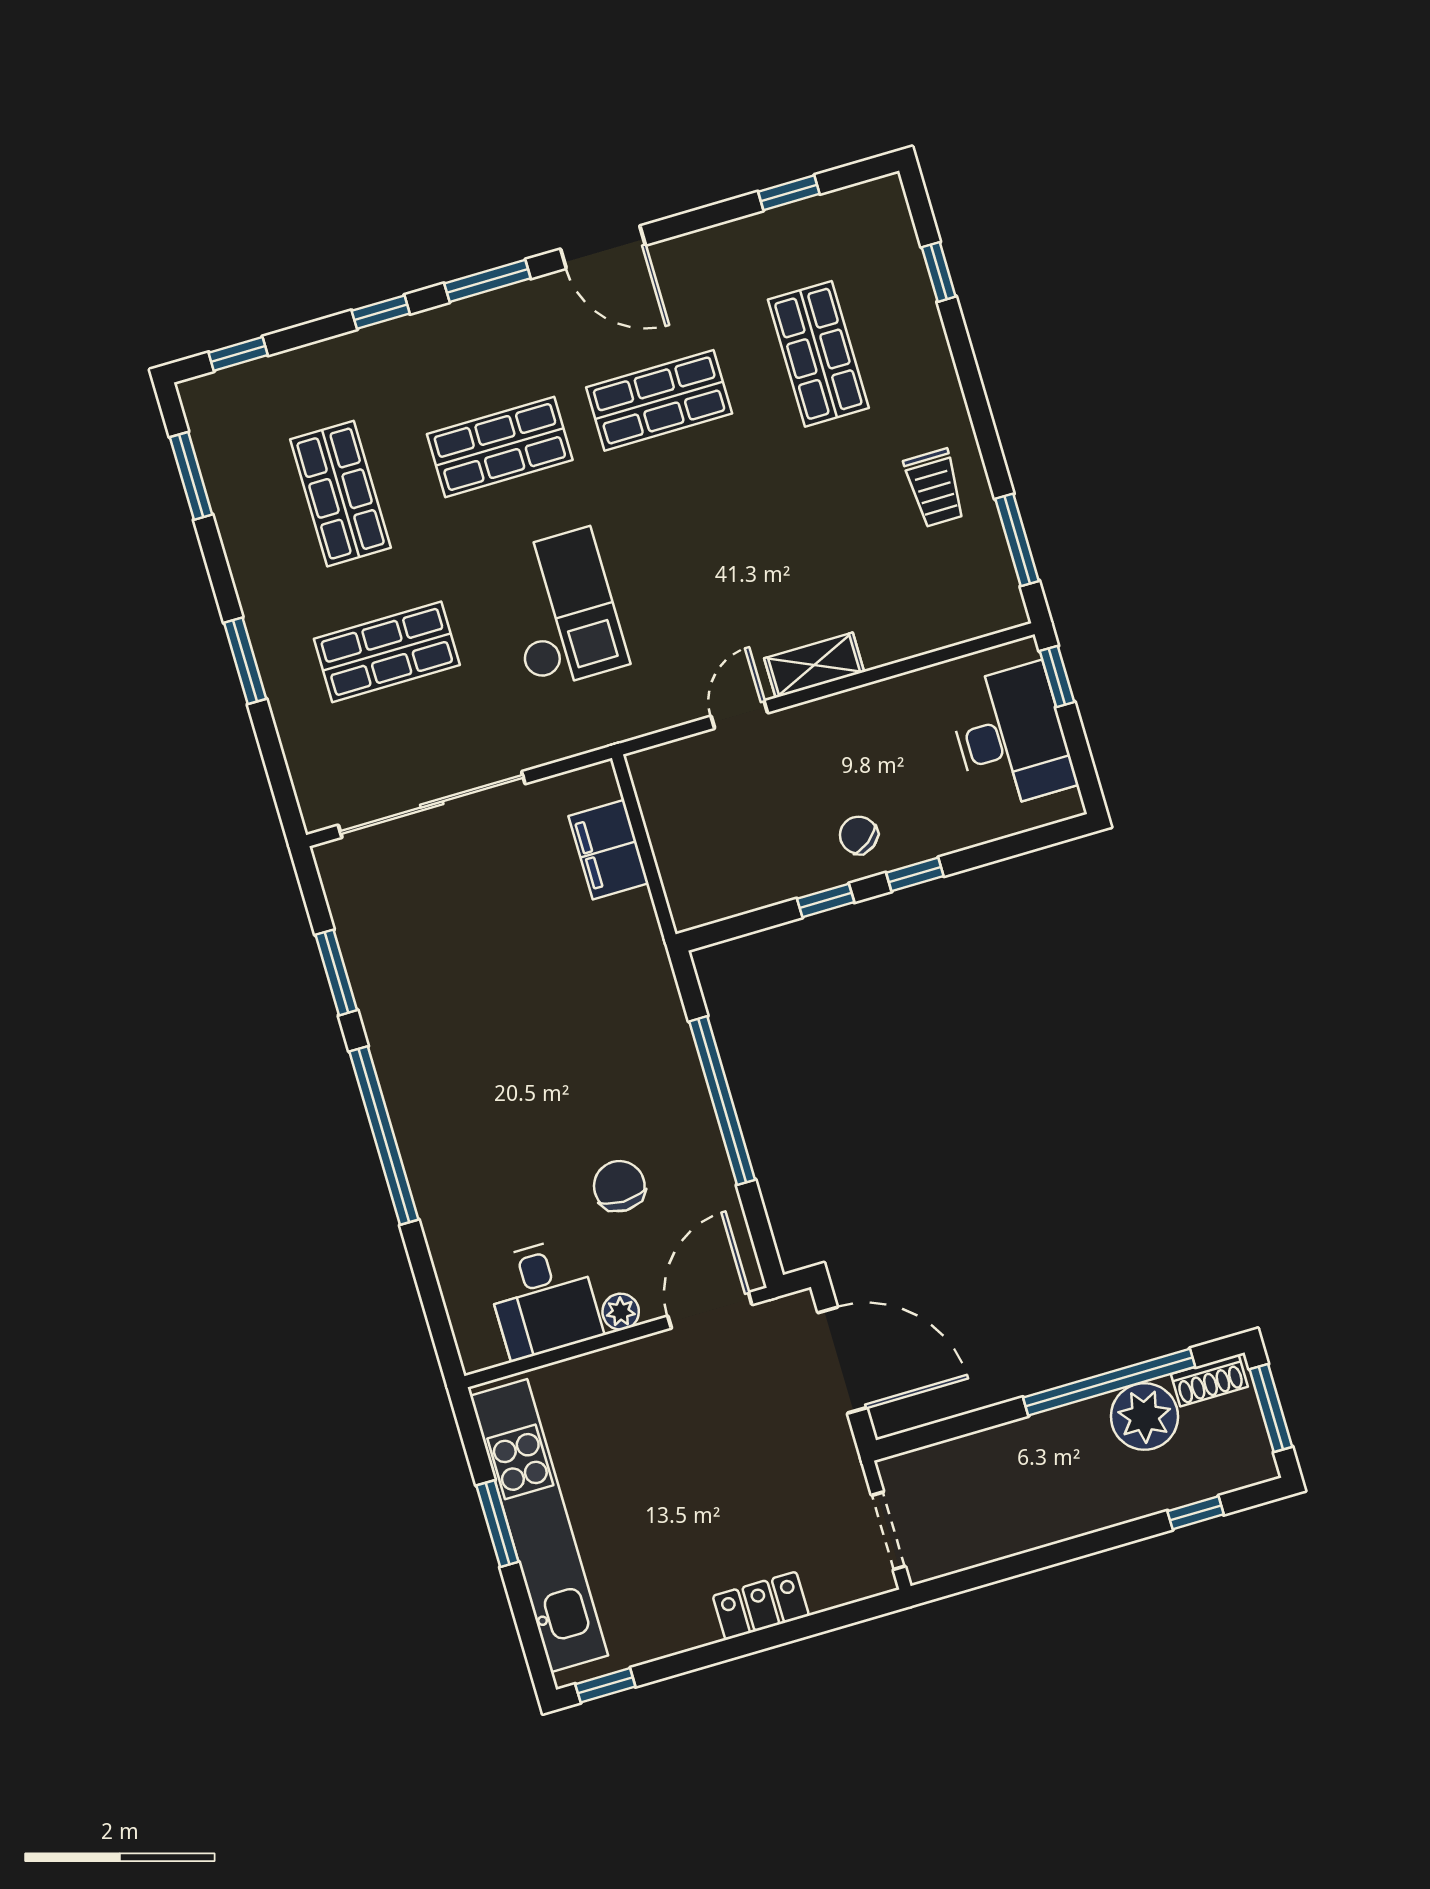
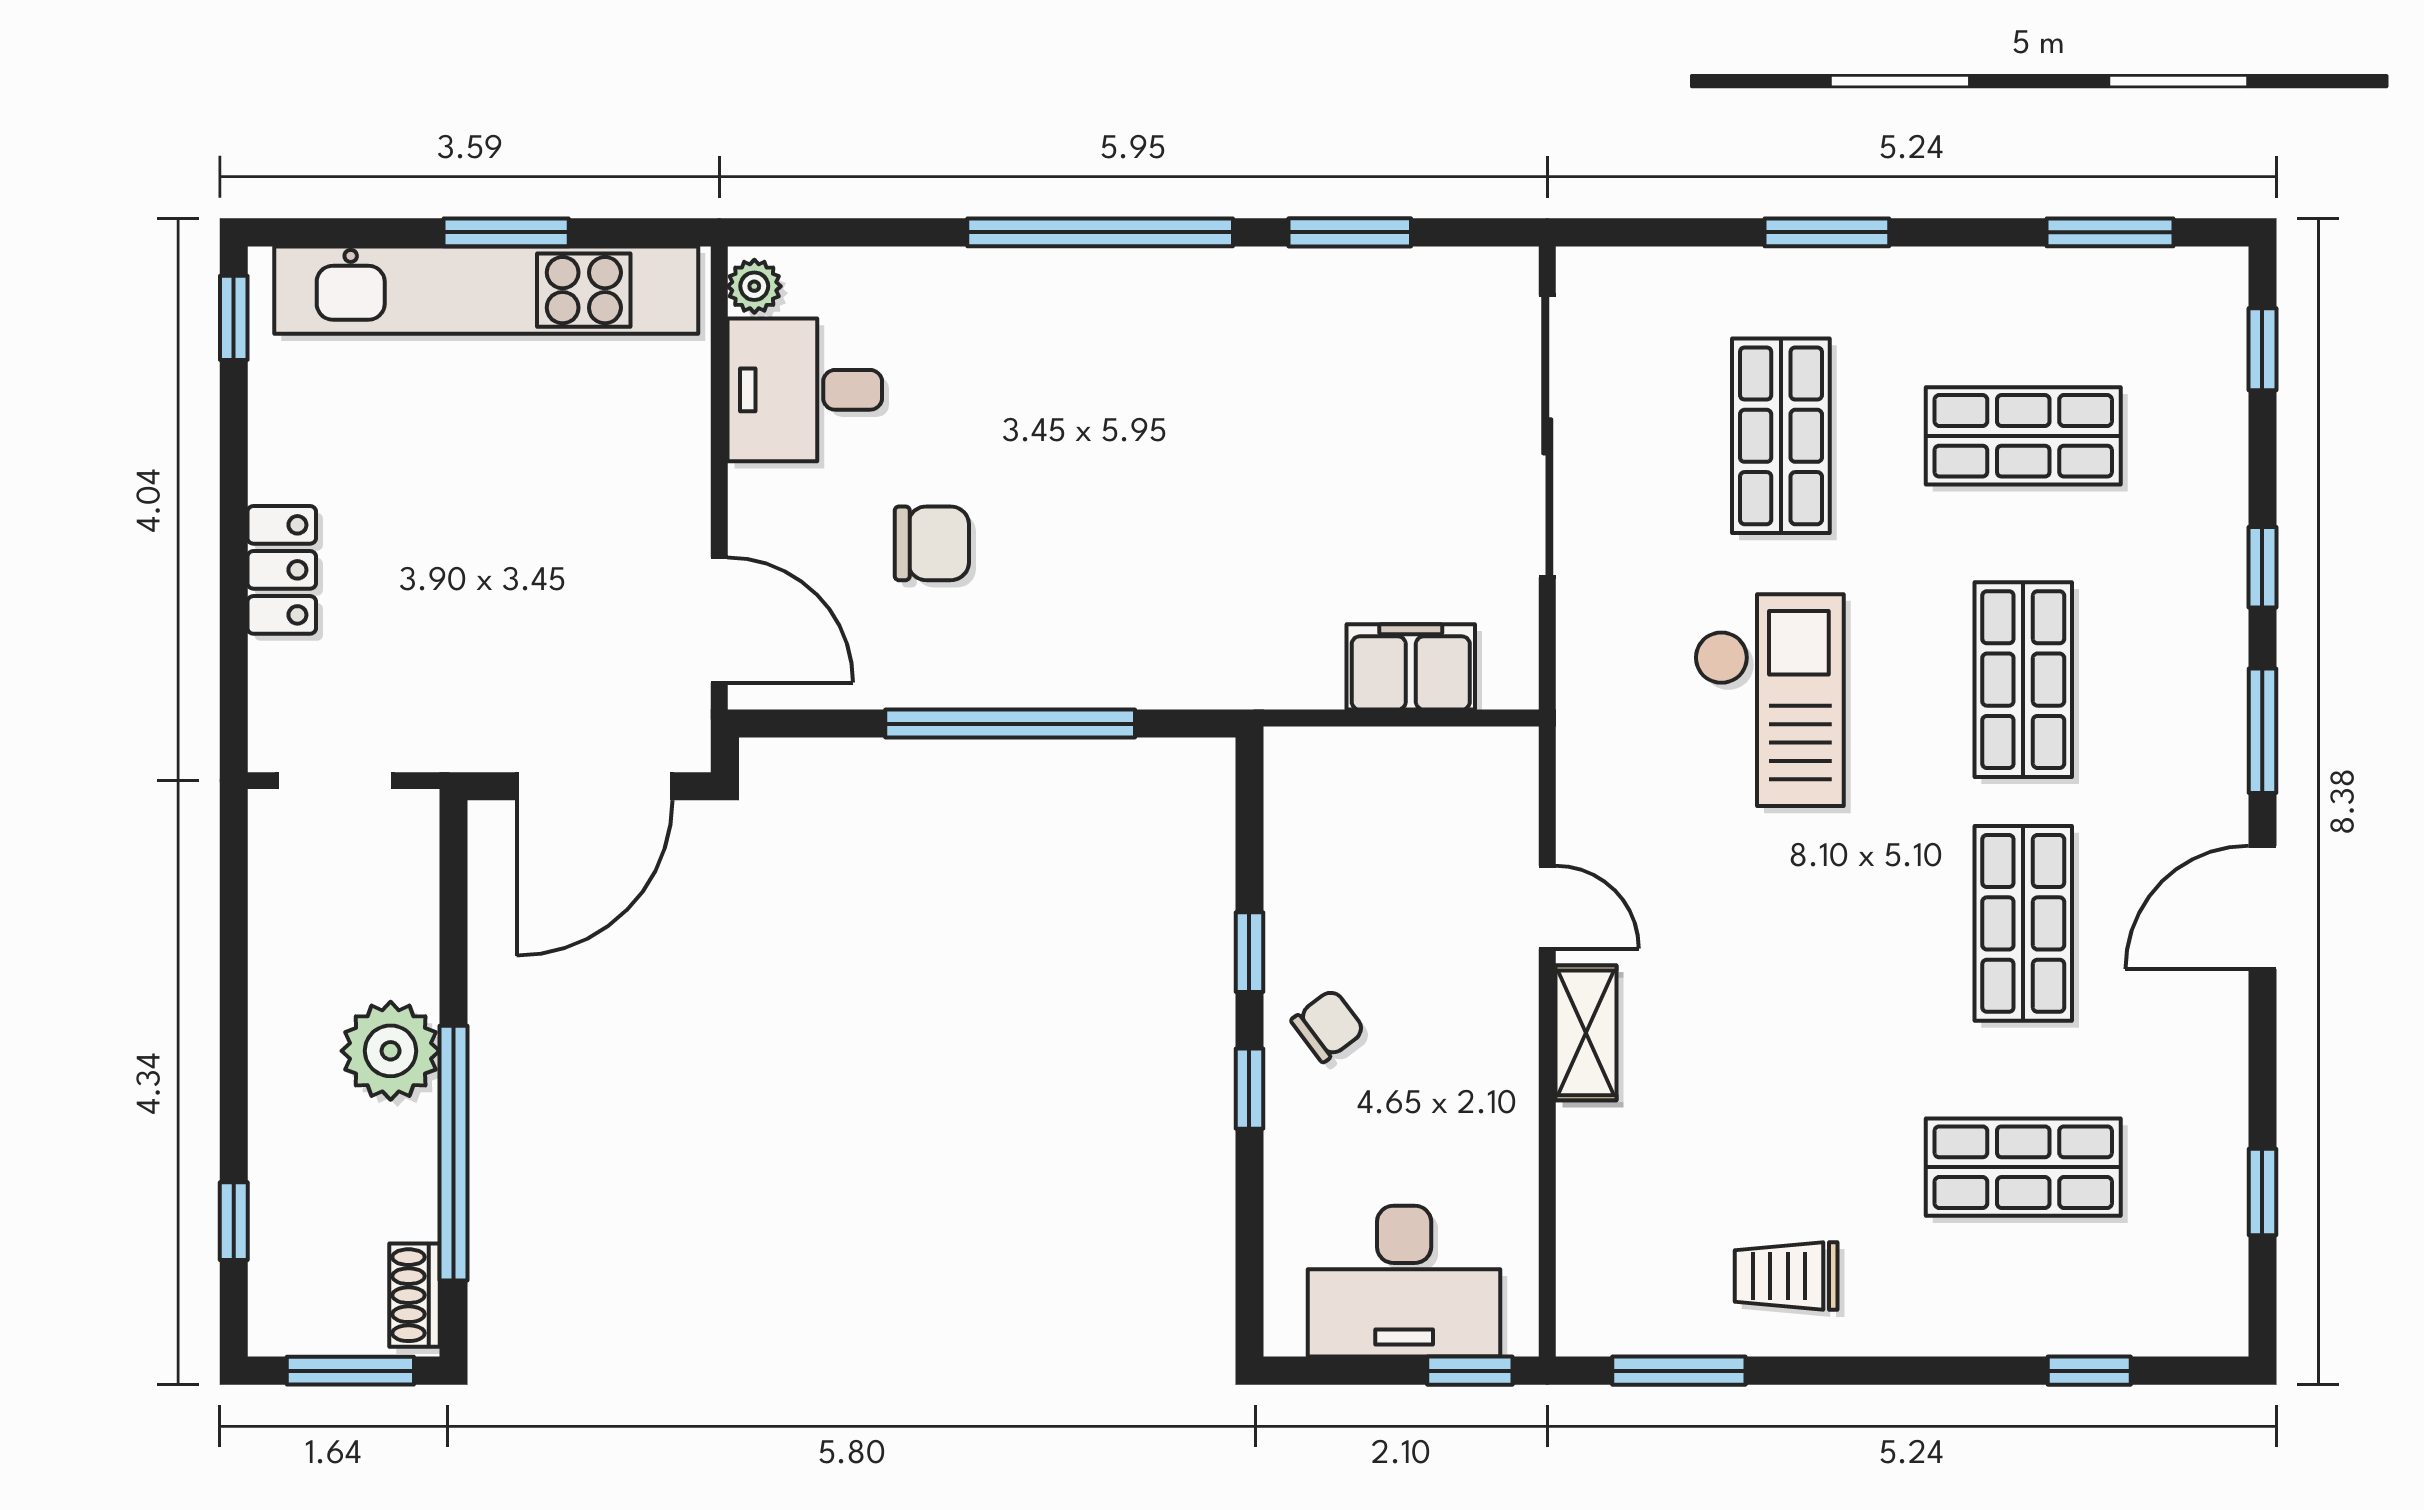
checkout: (562, 609) -> (1769, 700), turned -90
plant: (621, 1312) -> (754, 286), moved
plant: (1144, 1416) -> (391, 1051), moved

